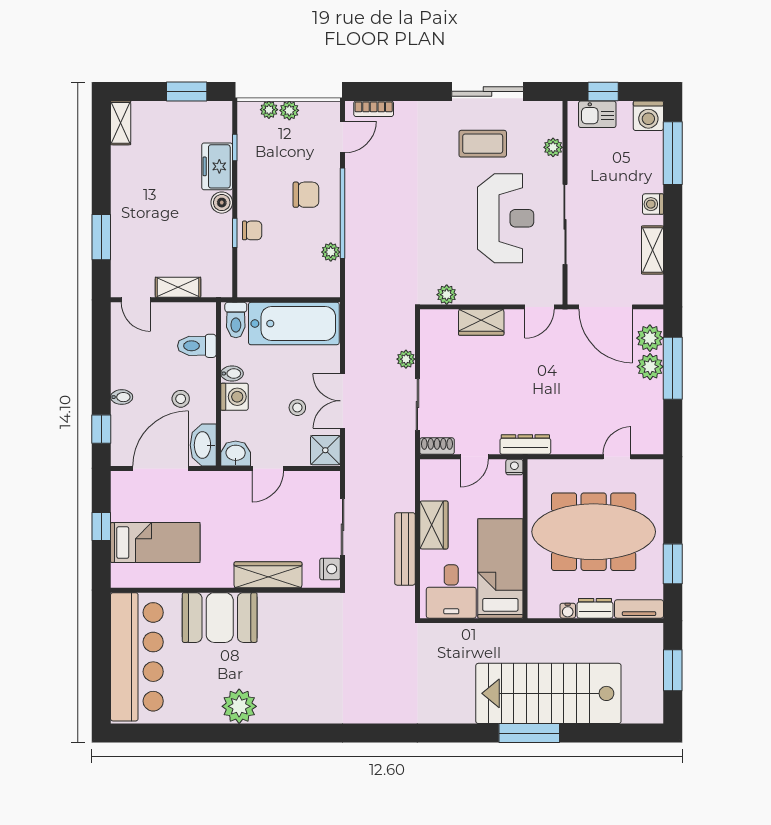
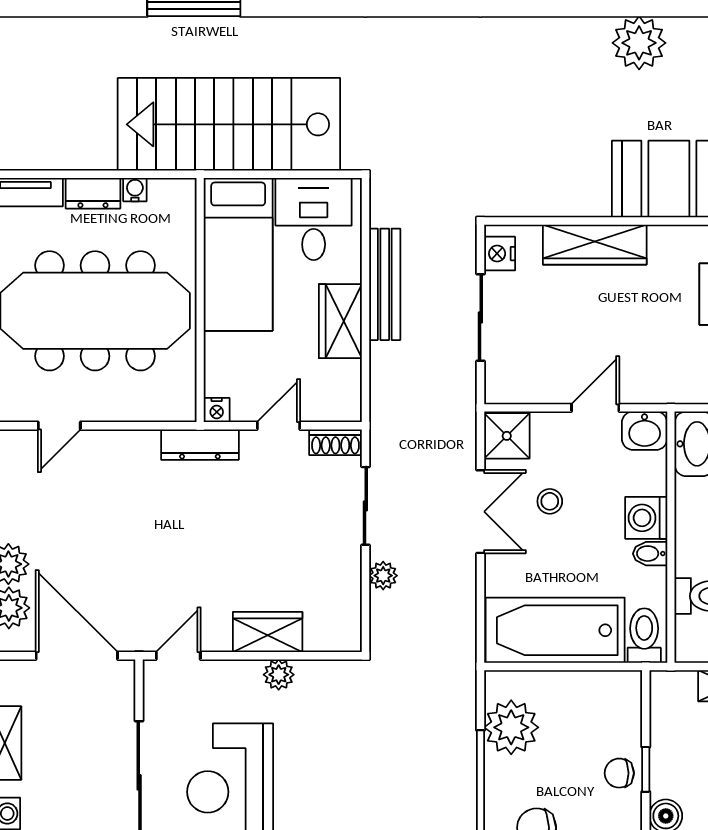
plant: (331, 252) -> (511, 727), width x1.88, depth x1.88
plant: (447, 295) -> (279, 675), moved
stairs: (548, 693) -> (229, 124), moved, turned 180

